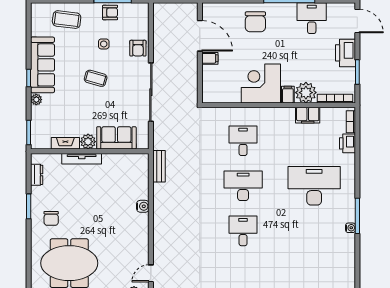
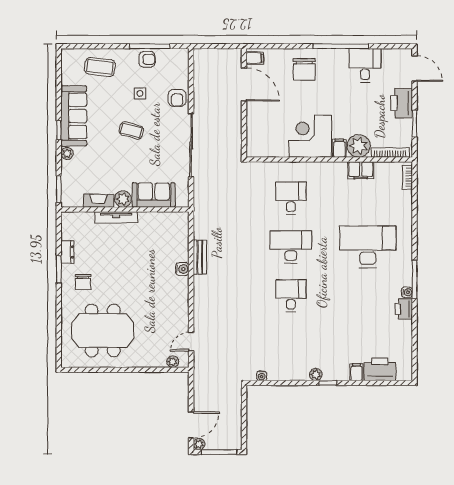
filing cabinet: (210, 58) -> (255, 58), moved
printer: (347, 143) -> (404, 309), moved
bench: (159, 166) -> (200, 257), moved
dresser: (37, 175) -> (67, 252), moved

